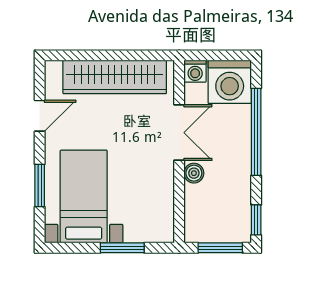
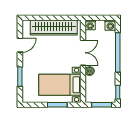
washing machine: (230, 82) -> (110, 25), width x0.53, depth x0.53
bed with nightstands: (84, 197) -> (60, 85), moved, turned -90

